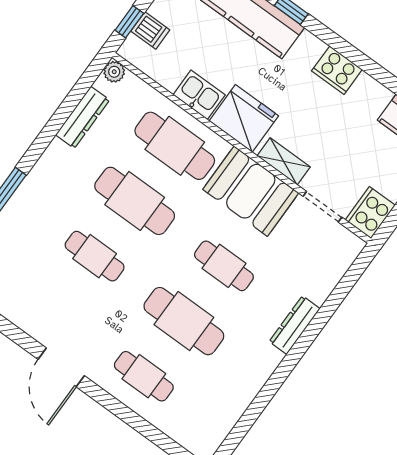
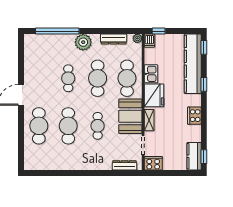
dishwasher: (150, 30) -> (149, 41), moved
plant: (47, 179) -> (83, 42), added
dresser: (295, 325) -> (124, 165), moved
cafe table: (144, 376) -> (39, 126), width x1.37, depth x1.35

